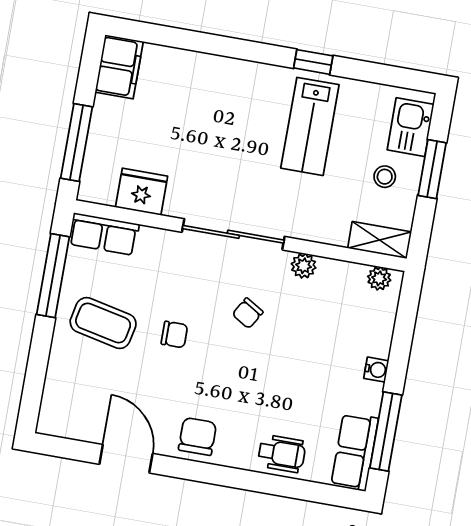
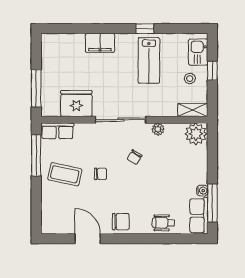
filing cabinet: (119, 67) -> (100, 43), moved, turned 90
window: (432, 169) -> (212, 71), width x0.67
fridge: (142, 192) -> (76, 103), width x1.36, depth x1.34
plant: (379, 278) -> (196, 134), width x1.88, depth x1.88
water cooler: (376, 370) -> (202, 191), moved
chair: (197, 436) -> (121, 222), turned 90
wheelchair: (282, 454) -> (163, 223), turned 180

